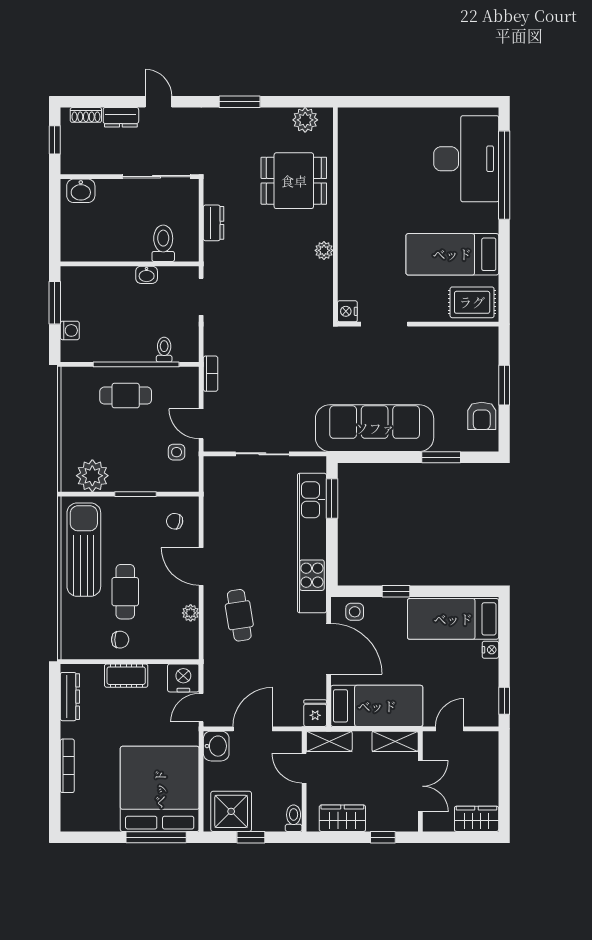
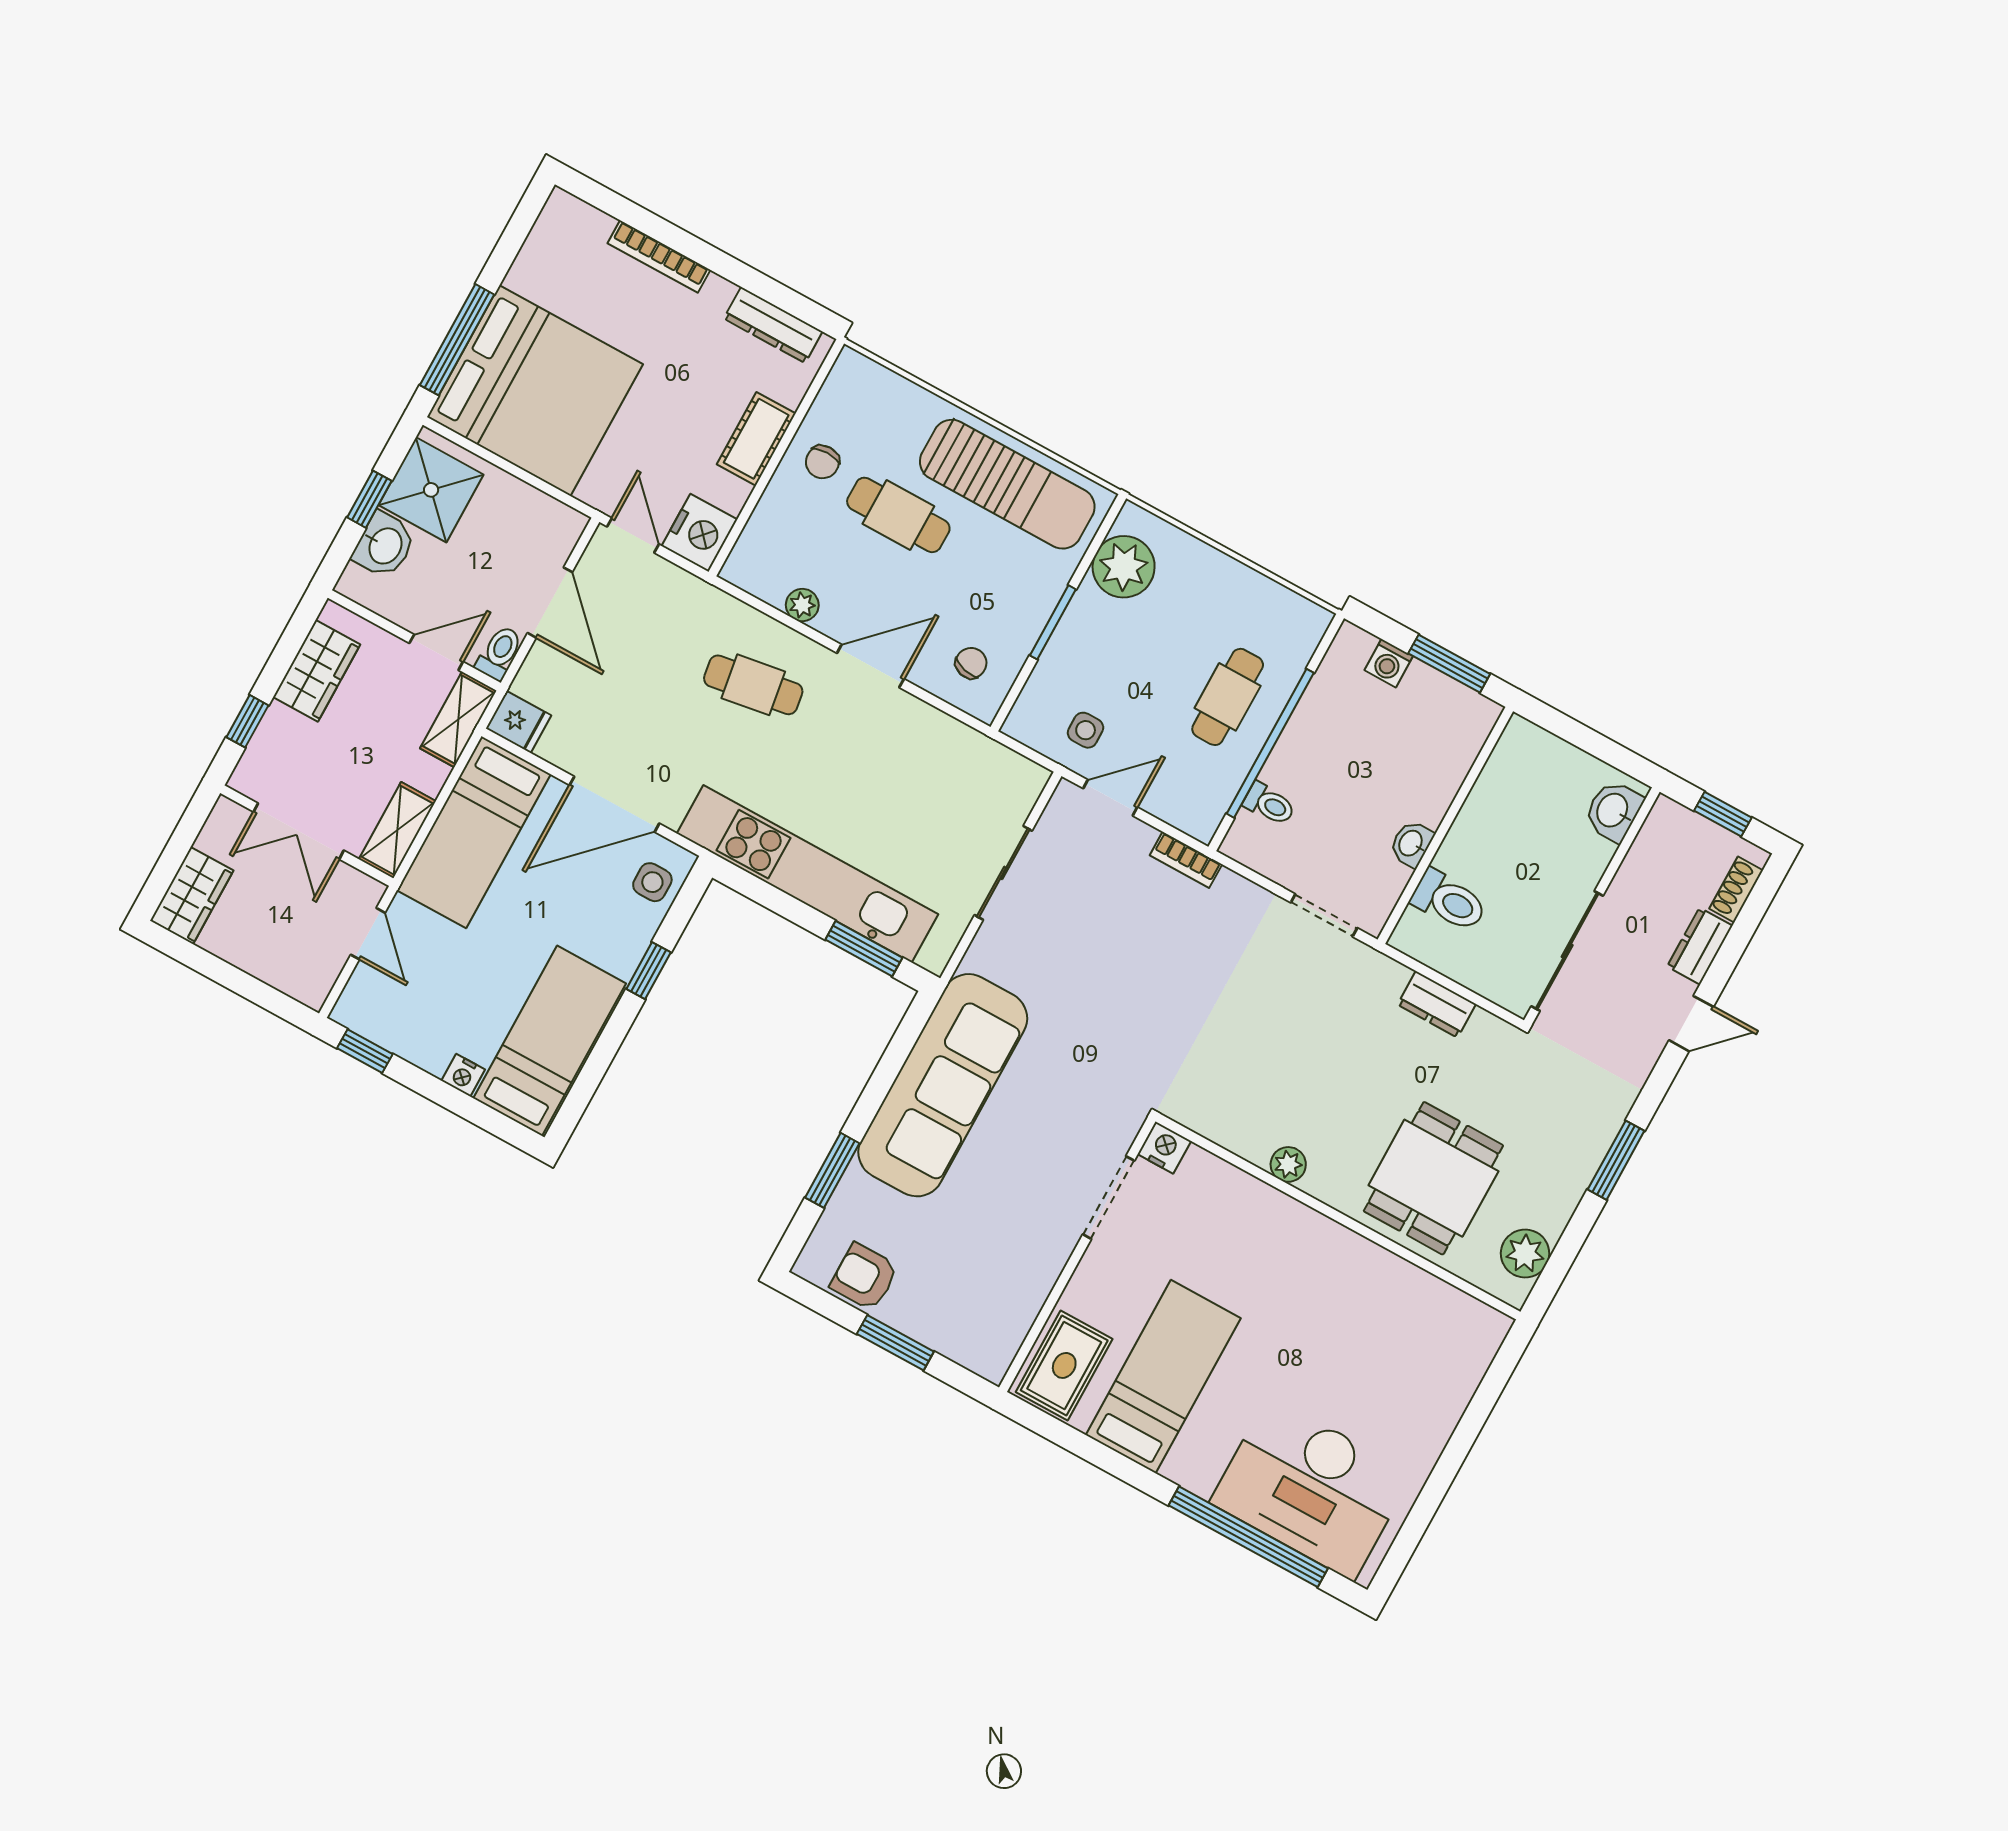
washbasin: (216, 746) -> (384, 545), moved, turned -90
toilet: (294, 818) -> (499, 653), moved, turned -90

